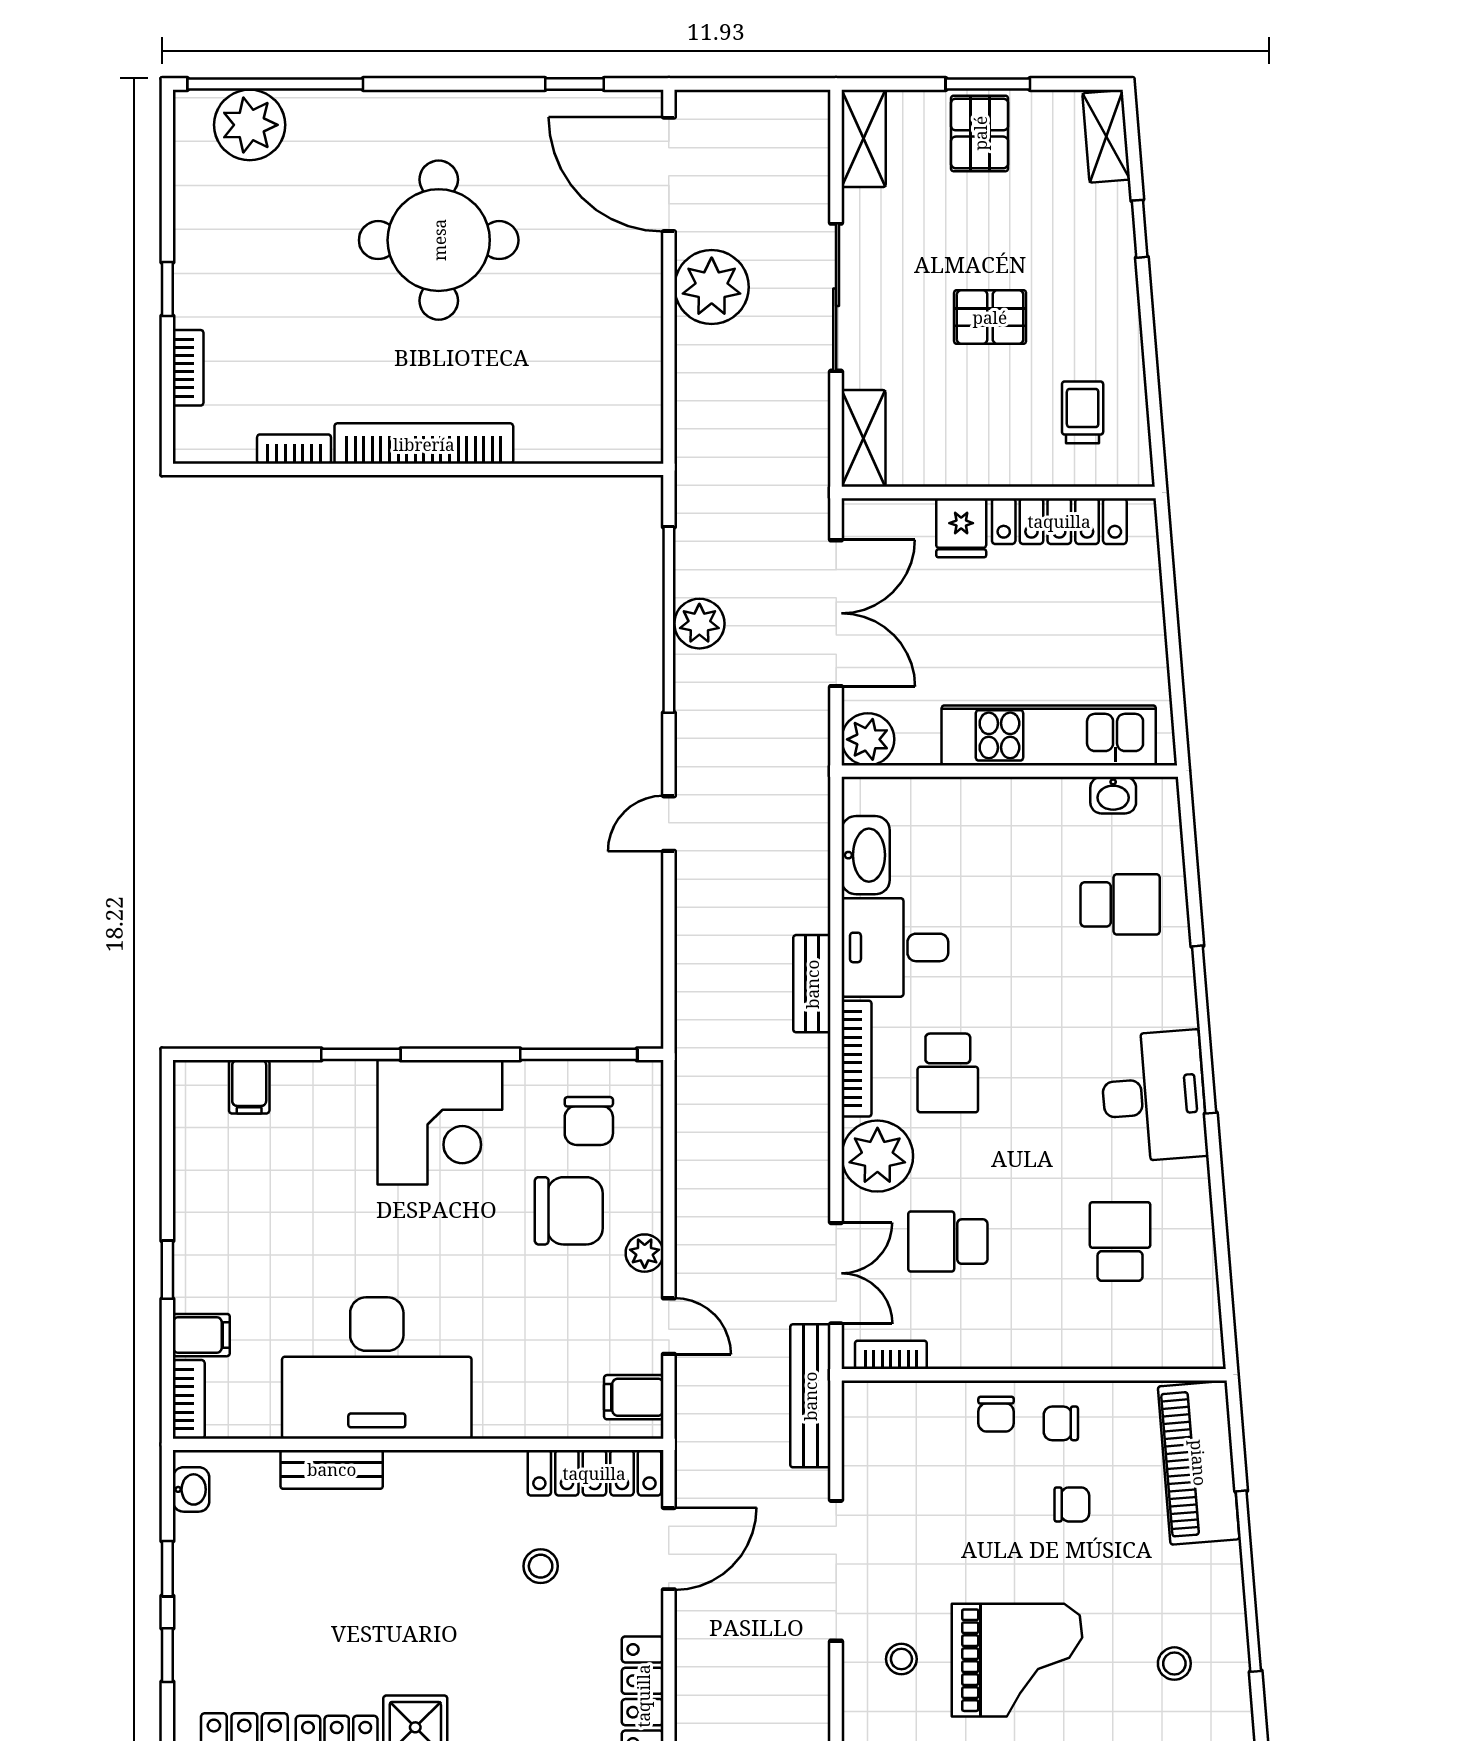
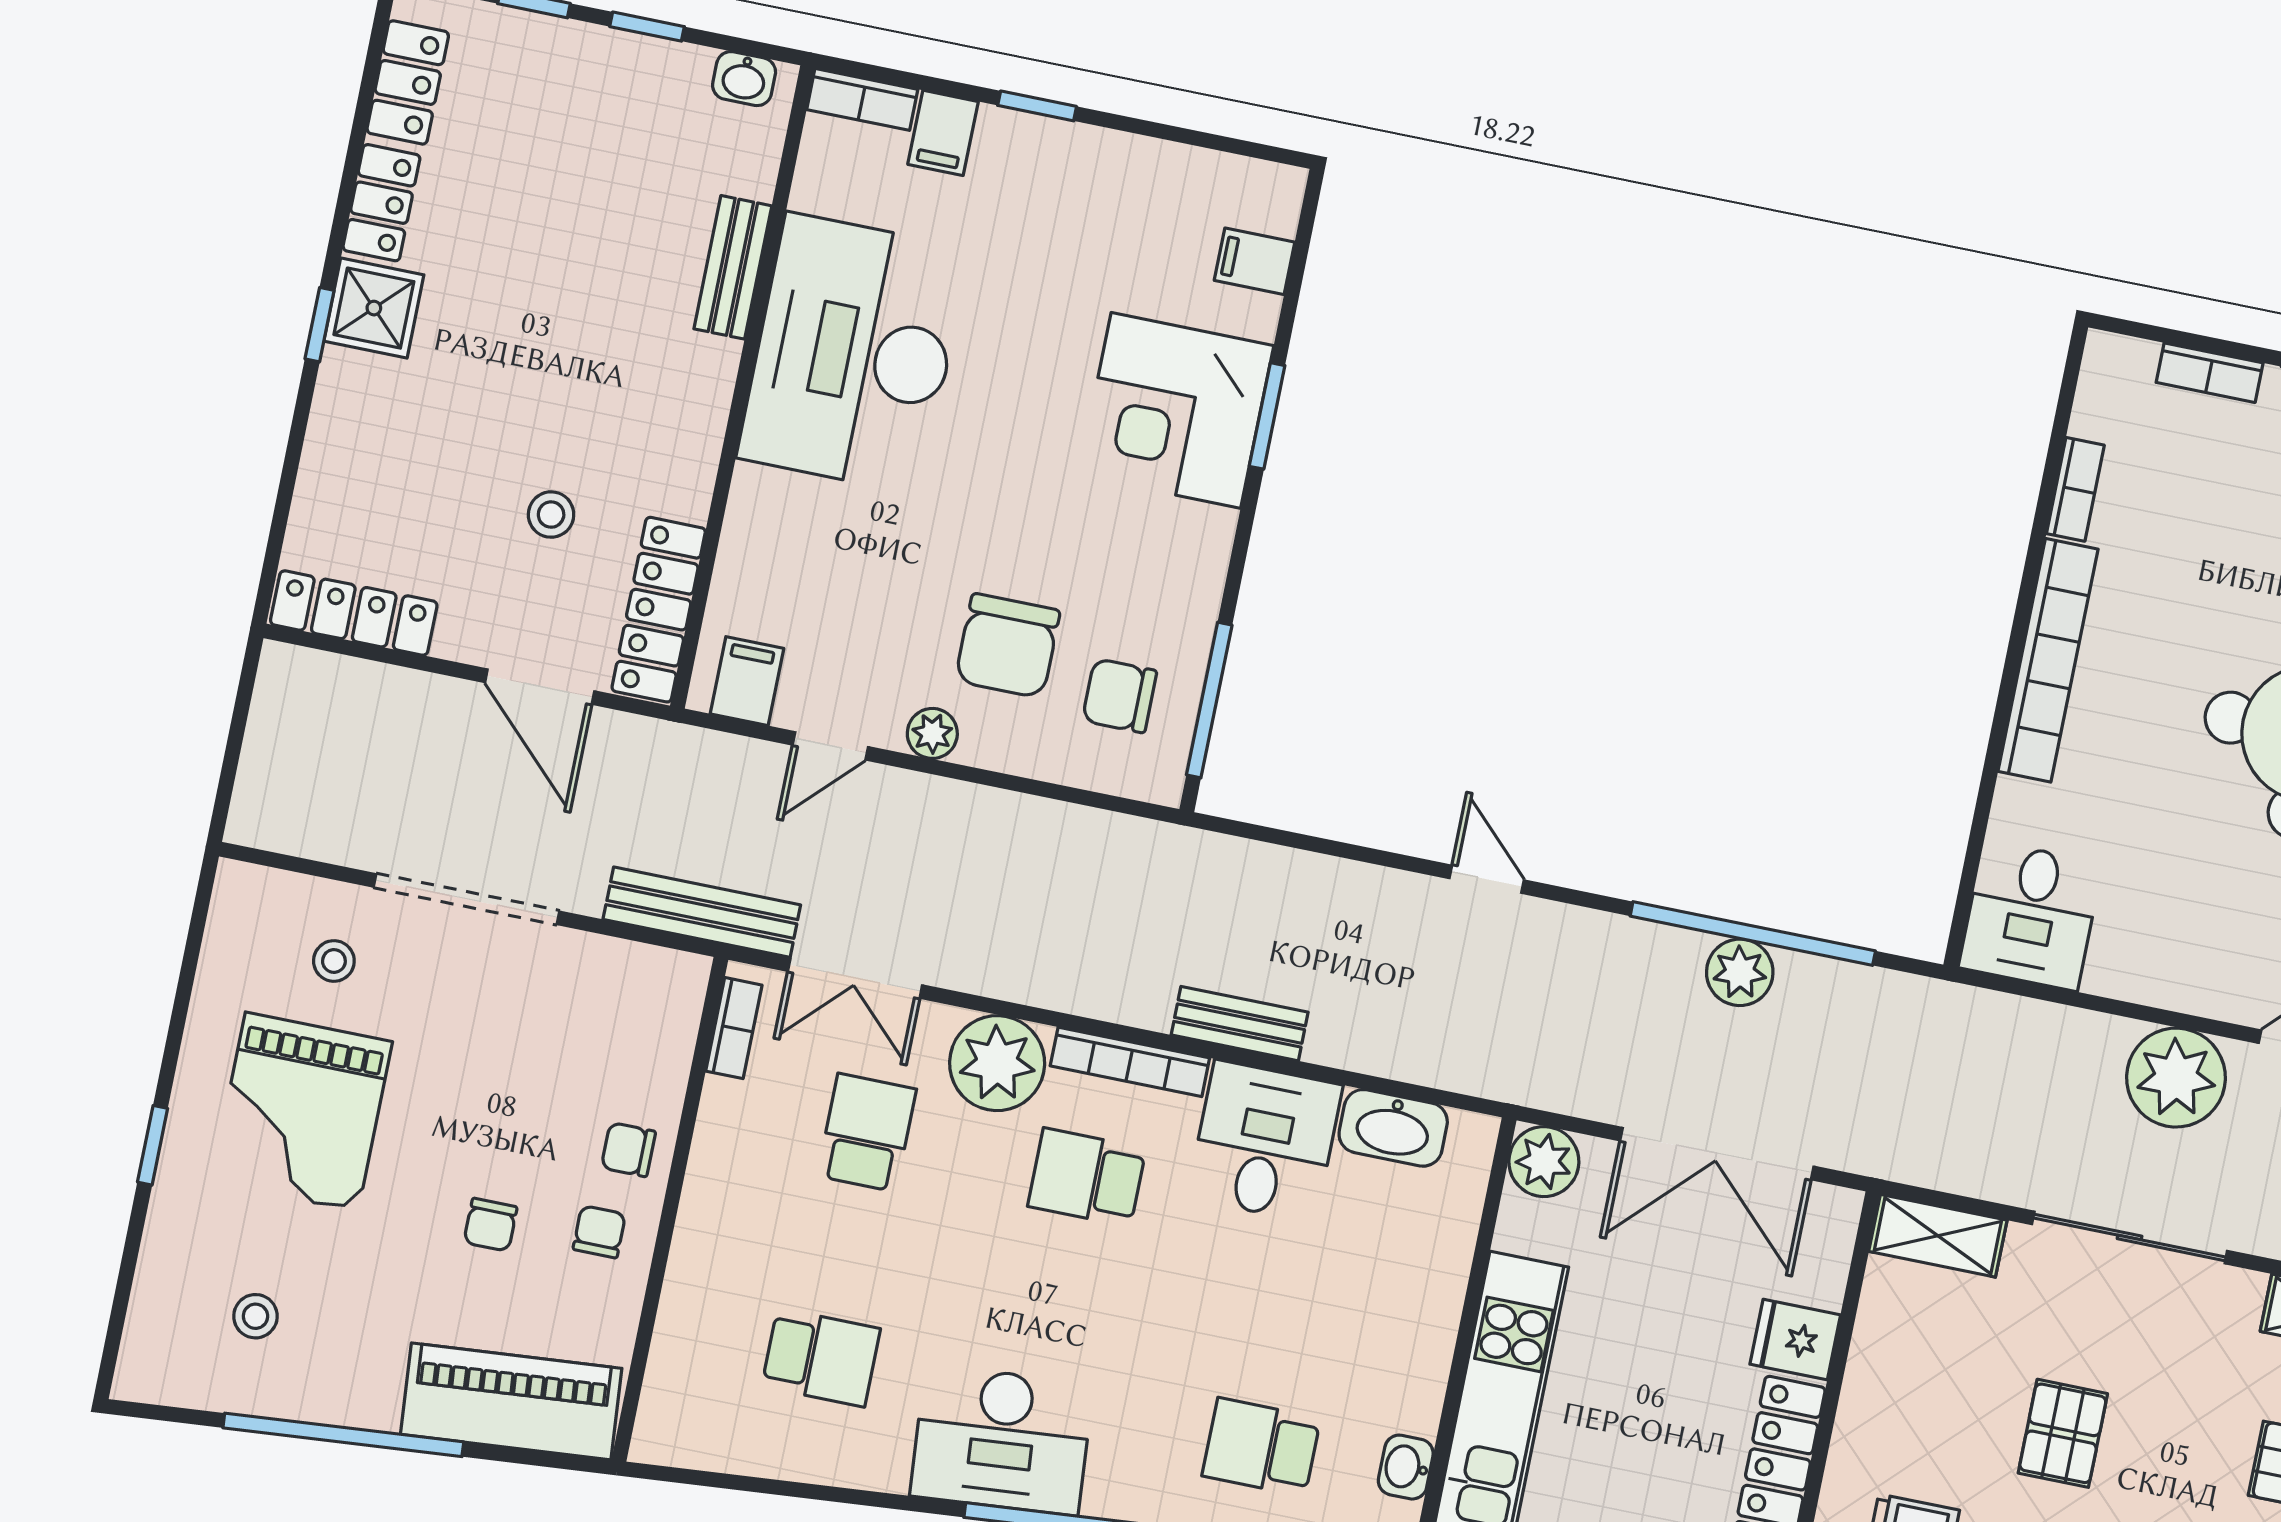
desk: (614, 418) -> (2031, 915), added
school desk: (1120, 904) -> (1261, 1447), turned 90
corner desk: (440, 1122) -> (1176, 410), moved

